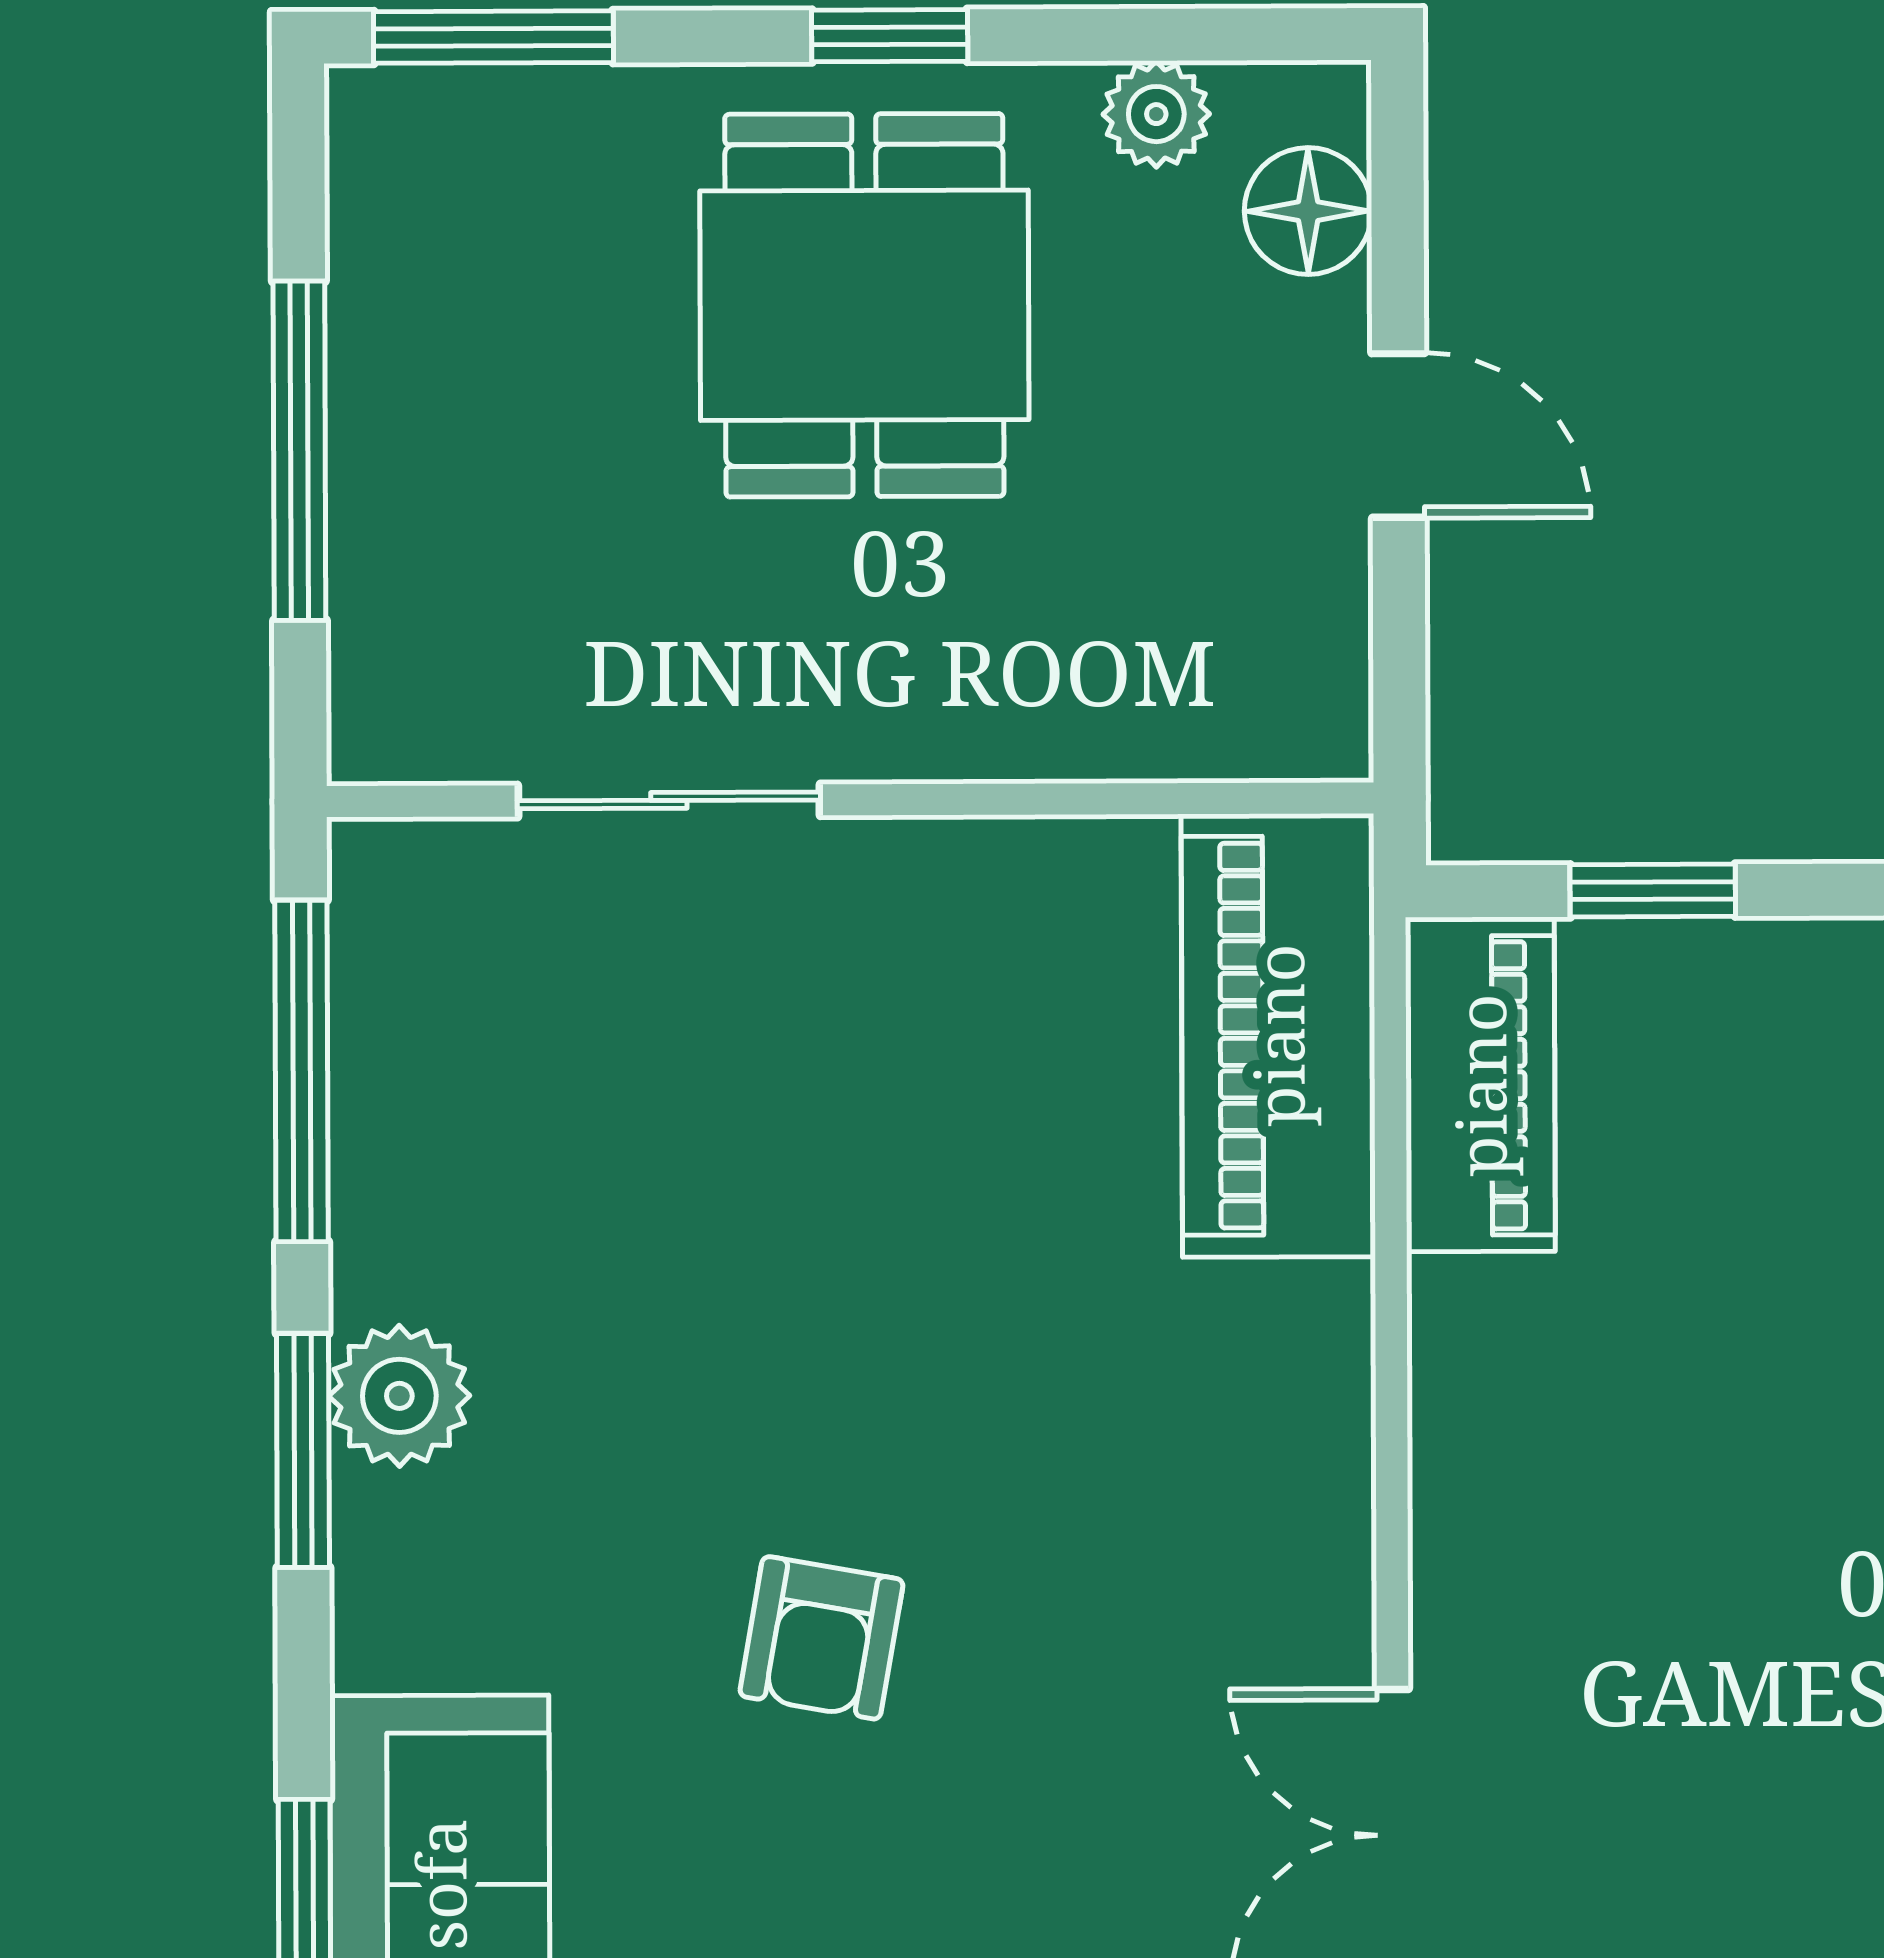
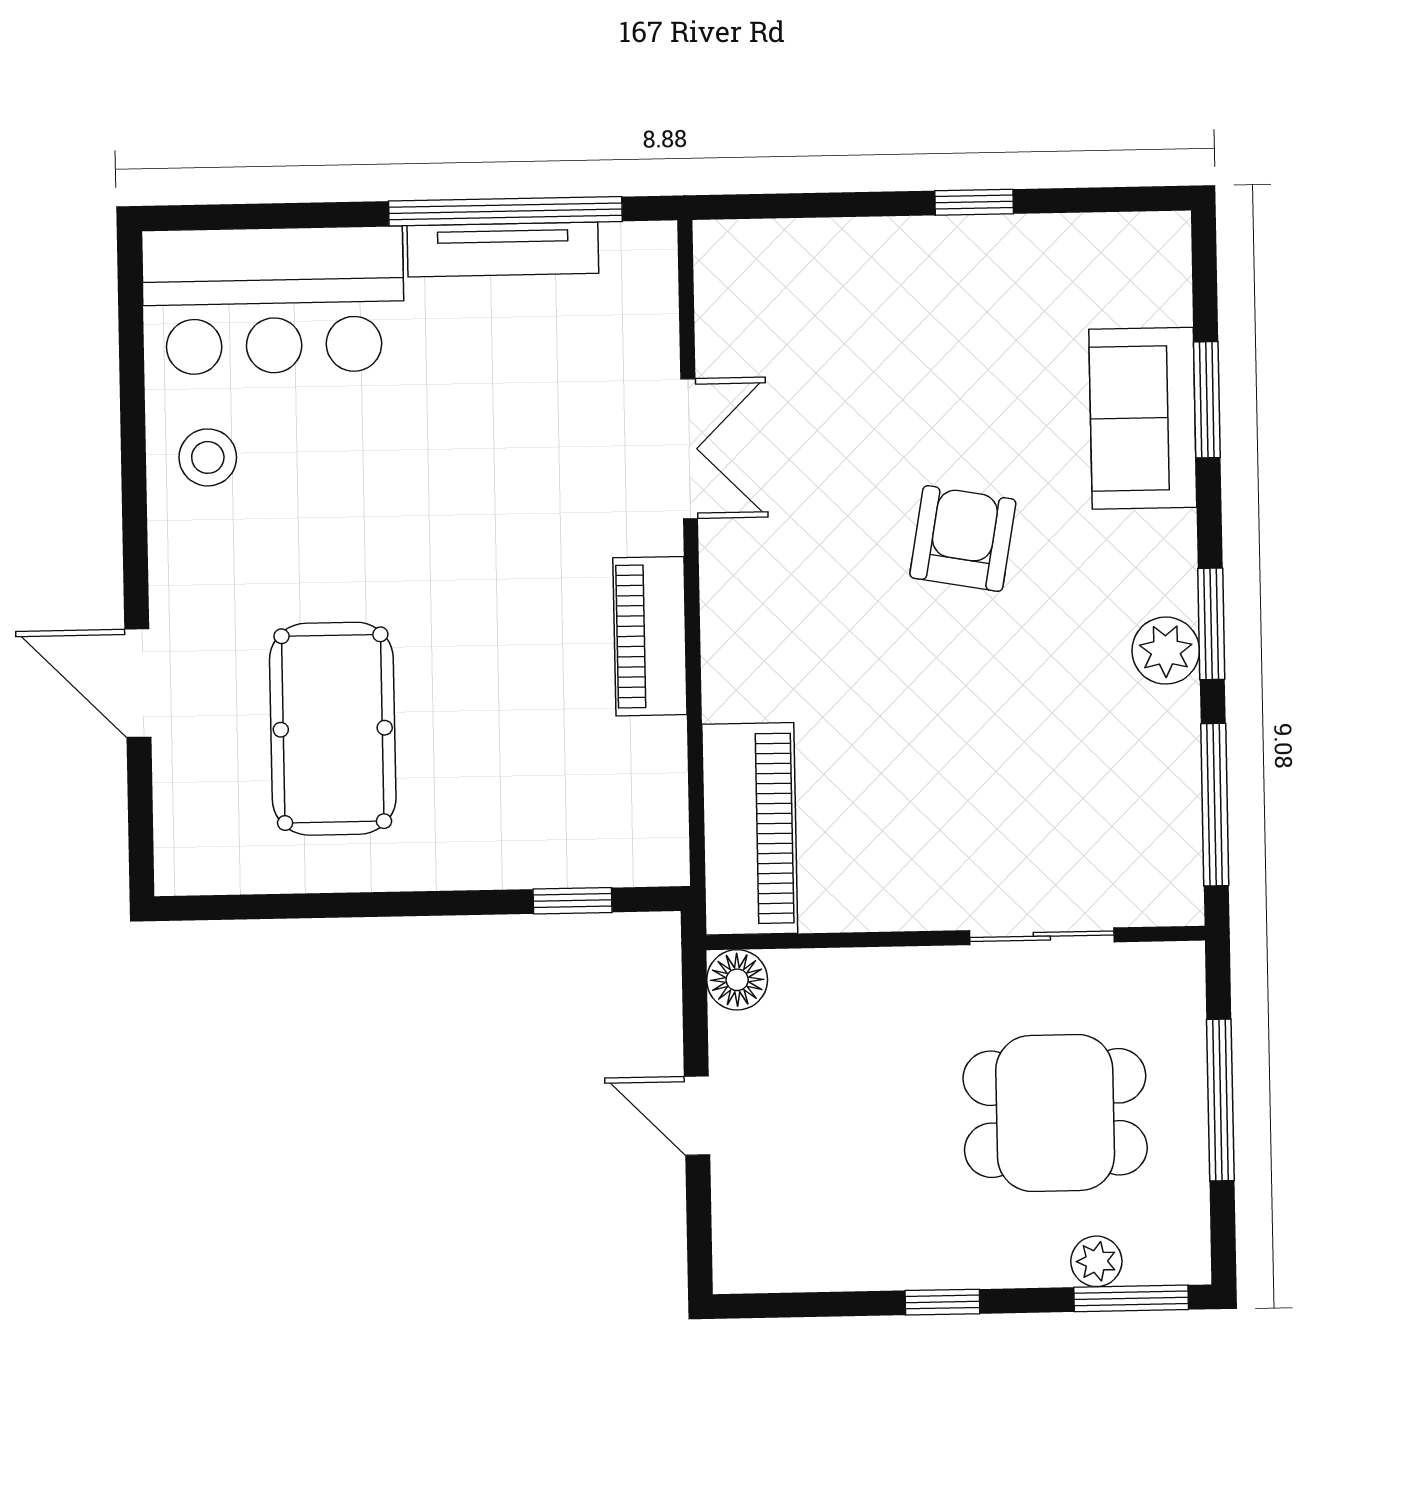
plant: (1156, 114) -> (1096, 1261), moved
floor lamp: (1308, 211) -> (737, 980), moved
dining table: (864, 305) -> (1055, 1113), moved, turned 90
piano: (1480, 1085) -> (650, 636), moved
armchair: (821, 1638) -> (963, 539), width x1.38, depth x1.38

